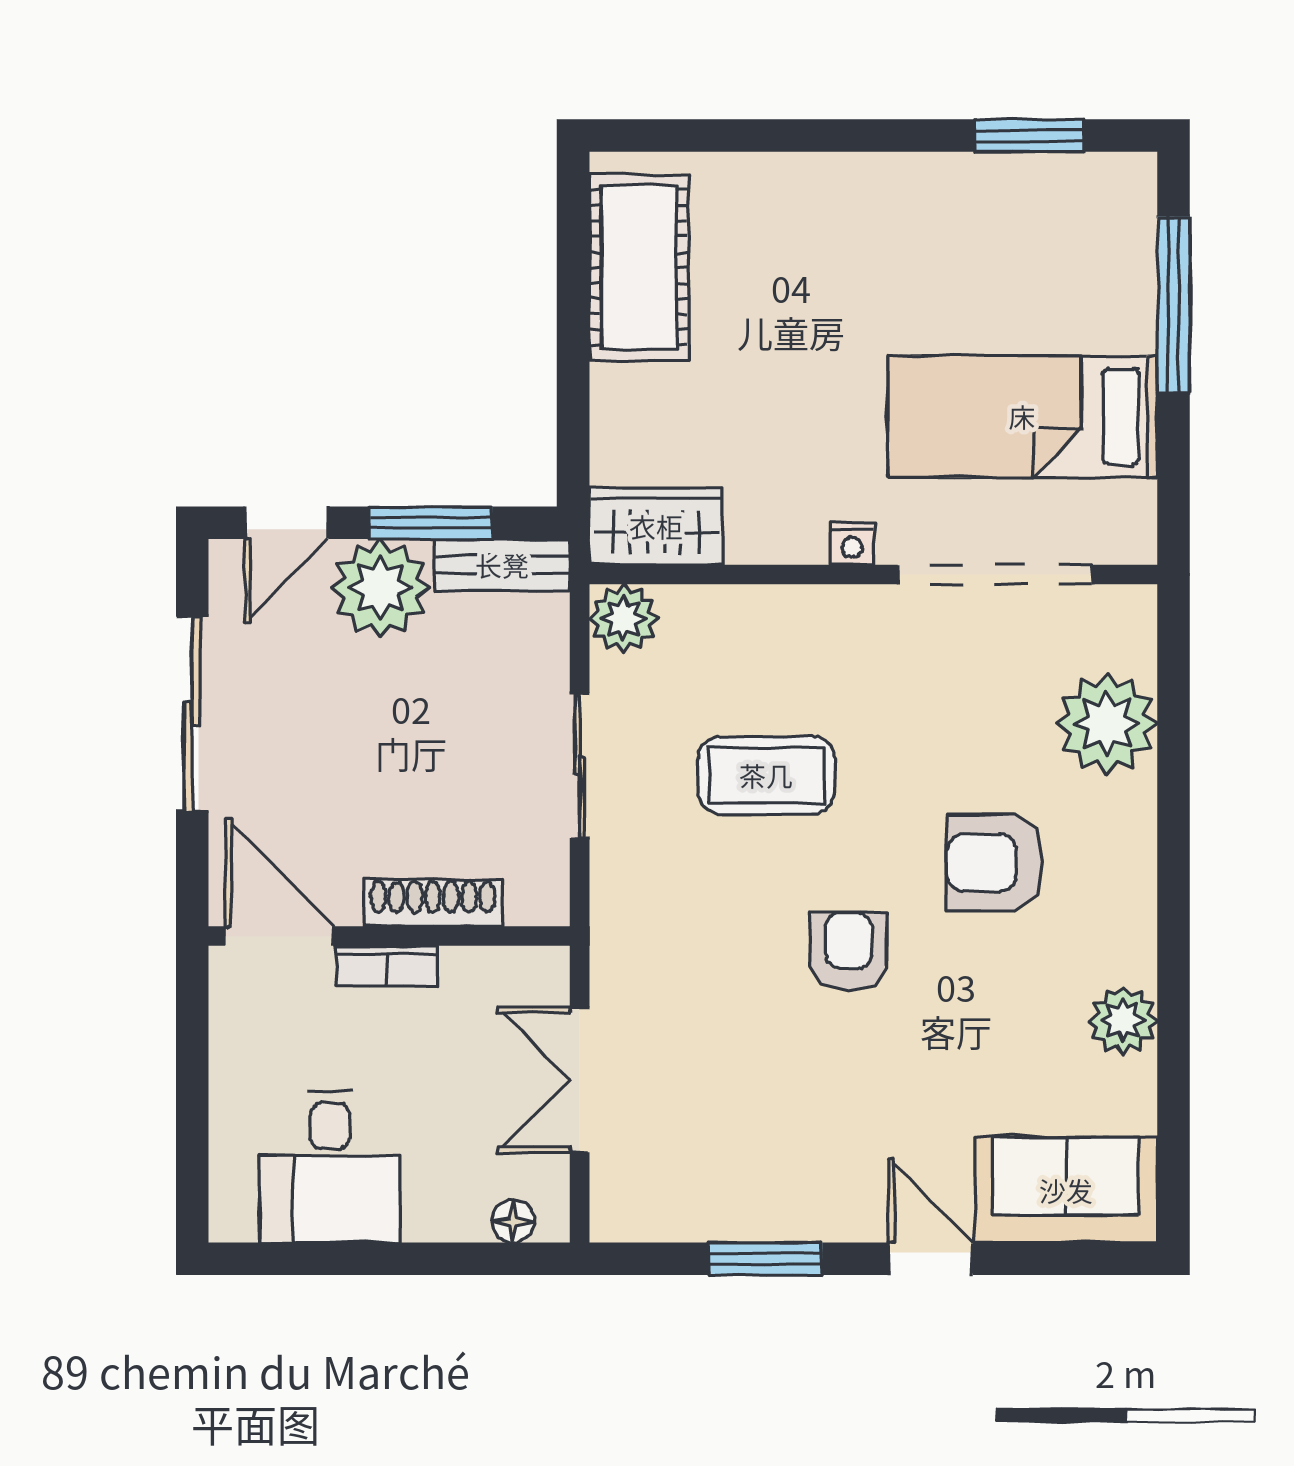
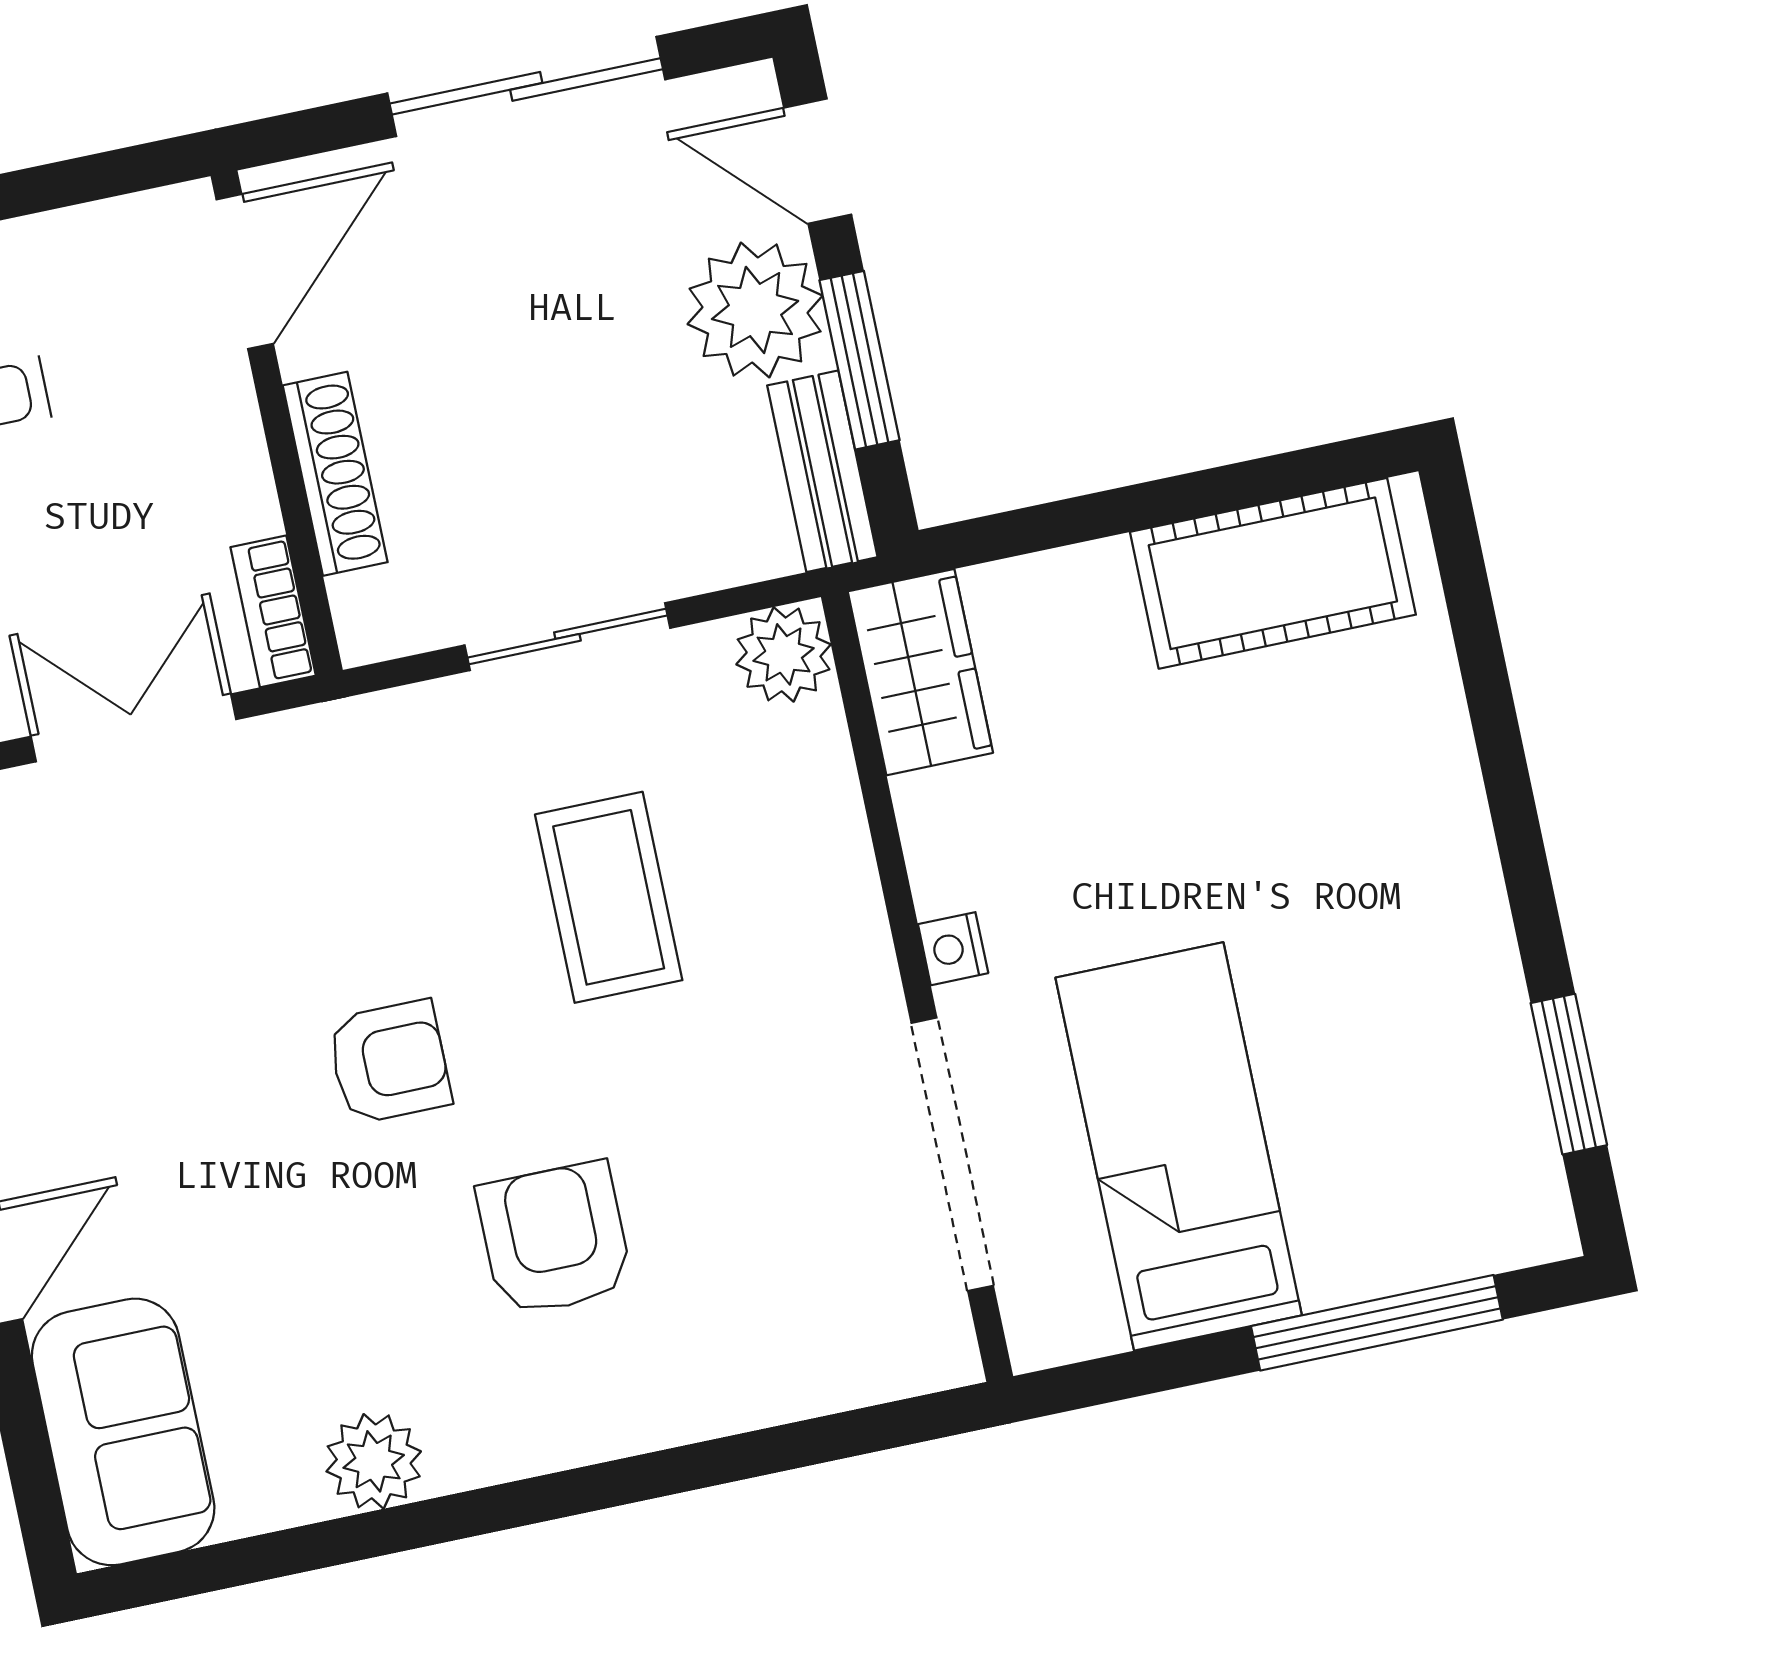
plant: (1107, 723) -> (779, 1352), removed
bookcase: (387, 966) -> (273, 611), moved

